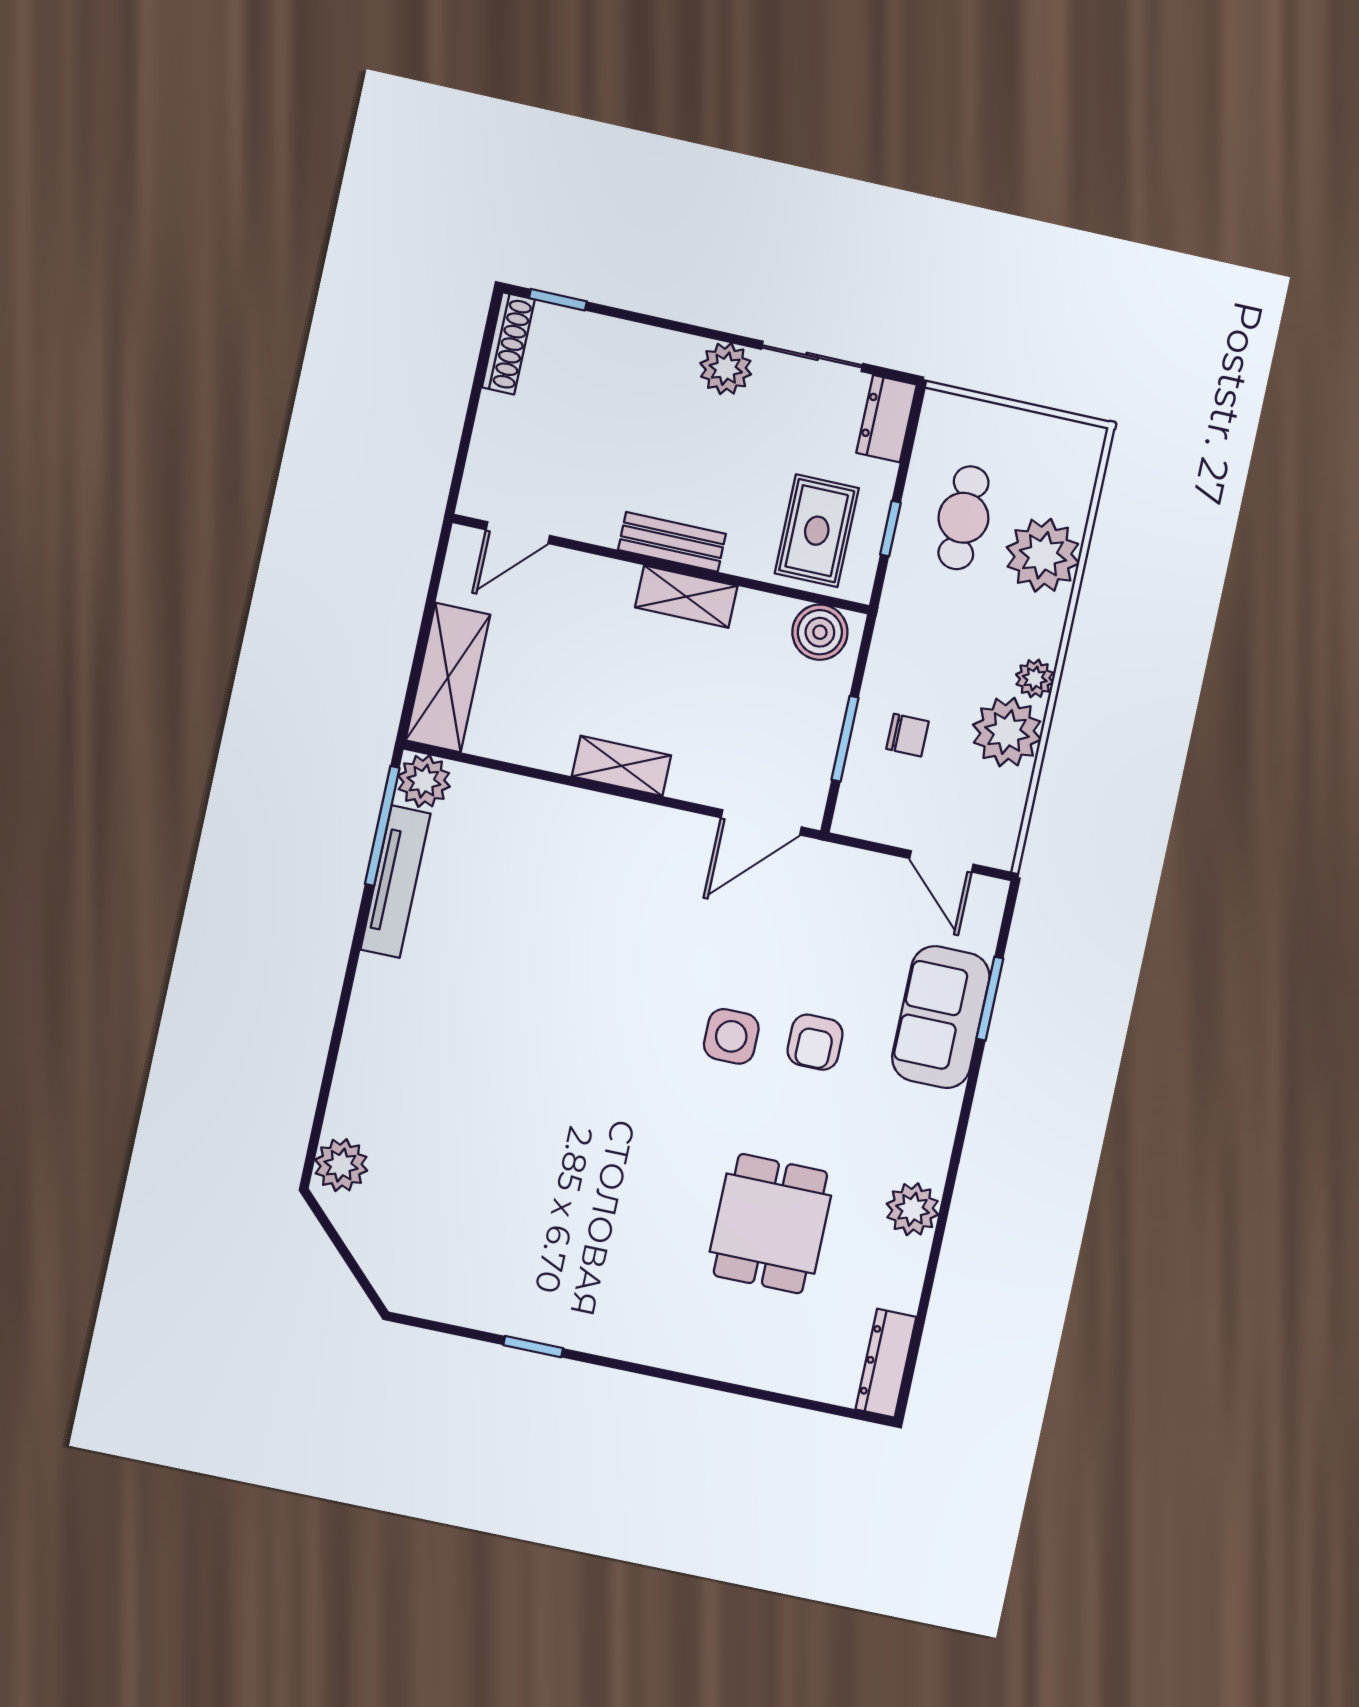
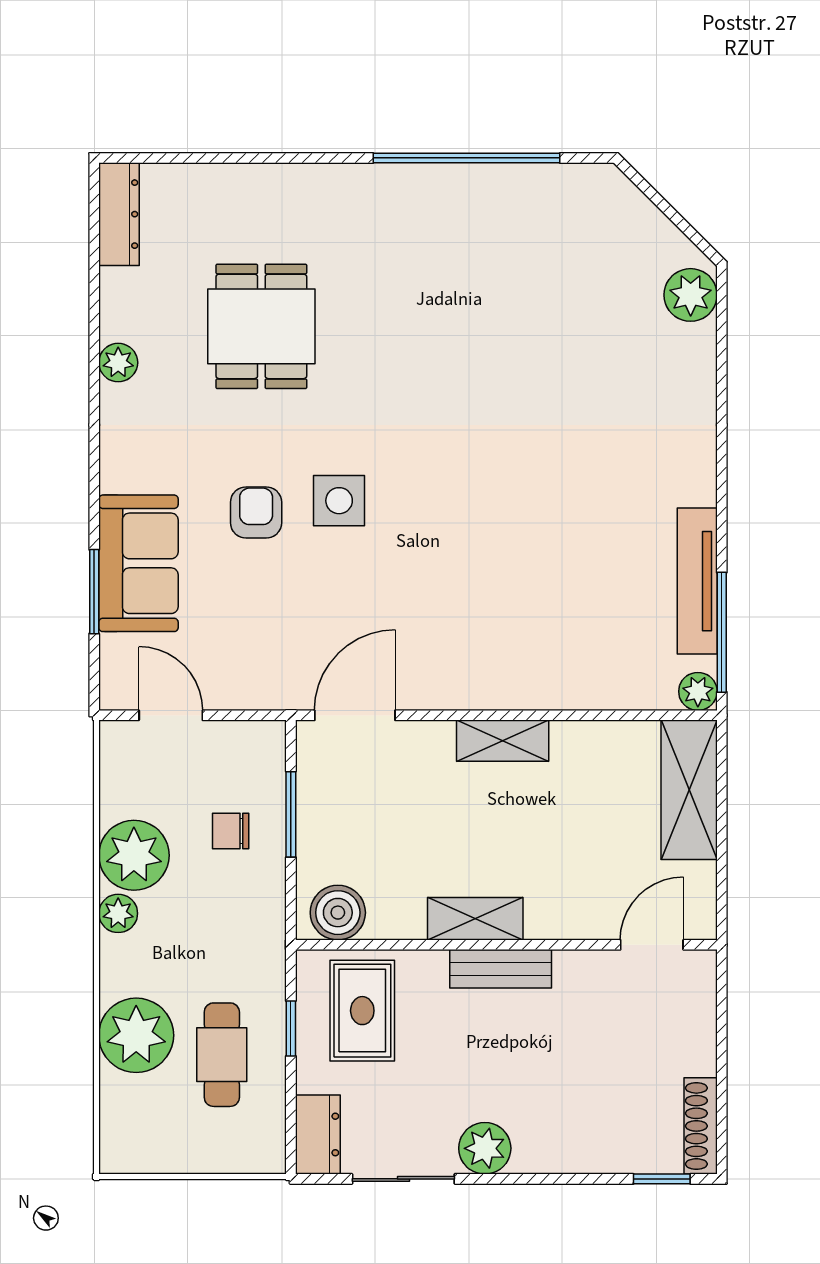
plant: (424, 781) -> (698, 691), width x0.73, depth x0.73
plant: (912, 1209) -> (118, 363), width x0.73, depth x0.73
window: (533, 1347) -> (466, 158), width x3.17

